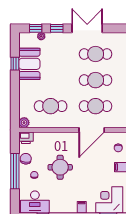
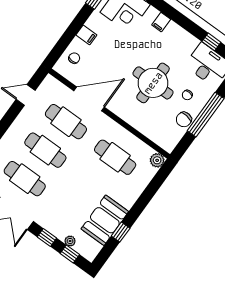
printer: (26, 138) -> (167, 142), removed
round table: (60, 167) -> (153, 83), width x1.36, depth x1.36

